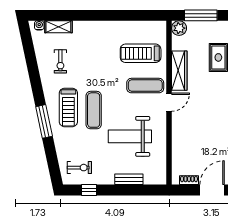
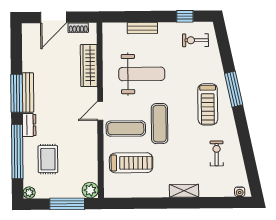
shelving: (58, 27) -> (184, 191), moved
wardrobe: (179, 71) -> (89, 65), moved
treadmill: (68, 107) -> (208, 104), turned 180
exercise mat: (94, 110) -> (160, 124), moved

